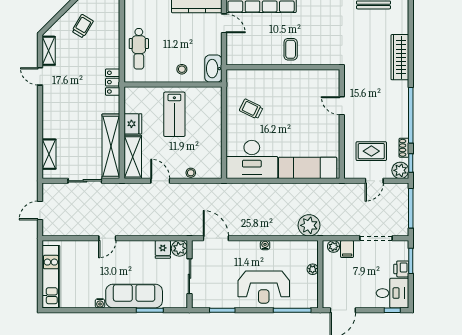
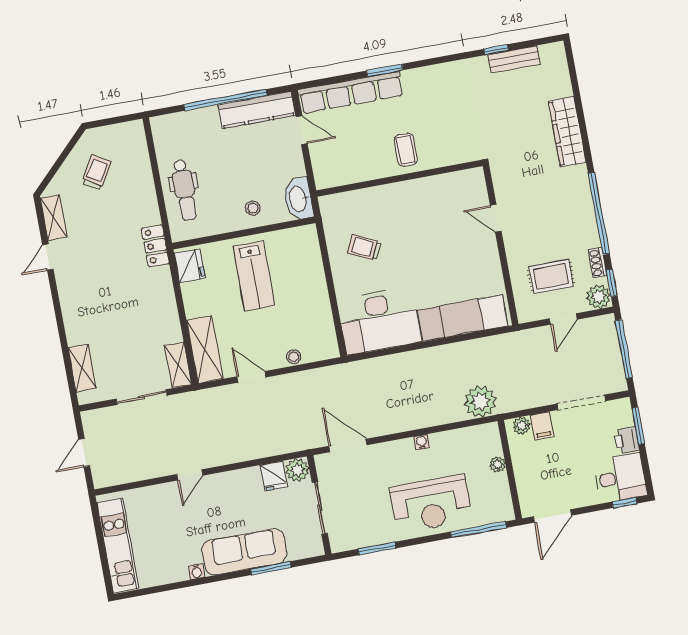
door: (40, 76) -> (48, 257), hinge flipped
fridge: (133, 124) -> (190, 266), moved
shelving: (111, 146) -> (178, 365), width x0.45, depth x0.75

